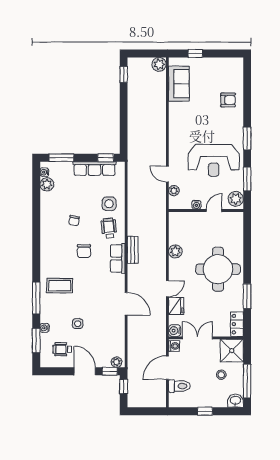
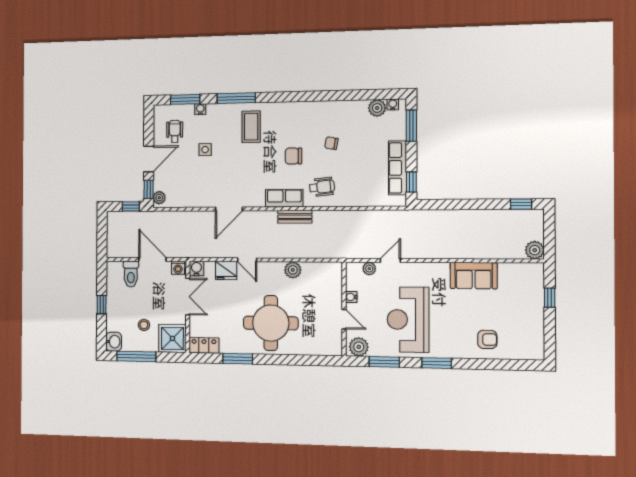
sofa: (179, 84) -> (474, 276), moved
armchair: (228, 100) -> (487, 339), turned -90
side table: (109, 204) -> (353, 187), removed

